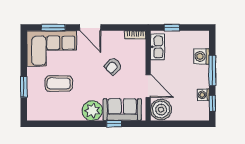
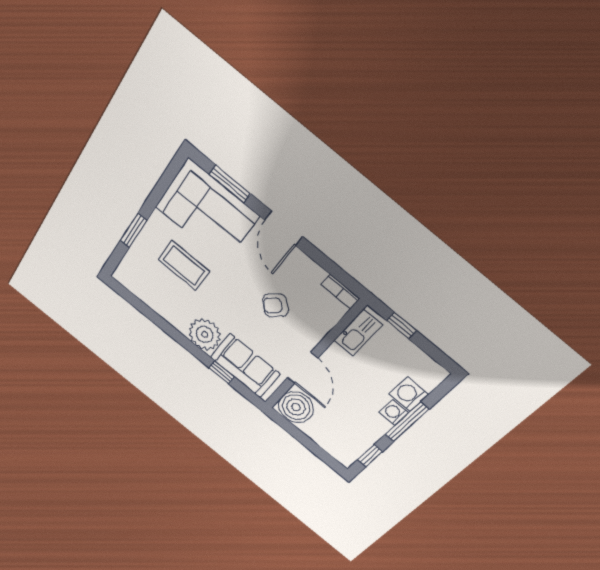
washing machine: (203, 95) -> (394, 413), moved

